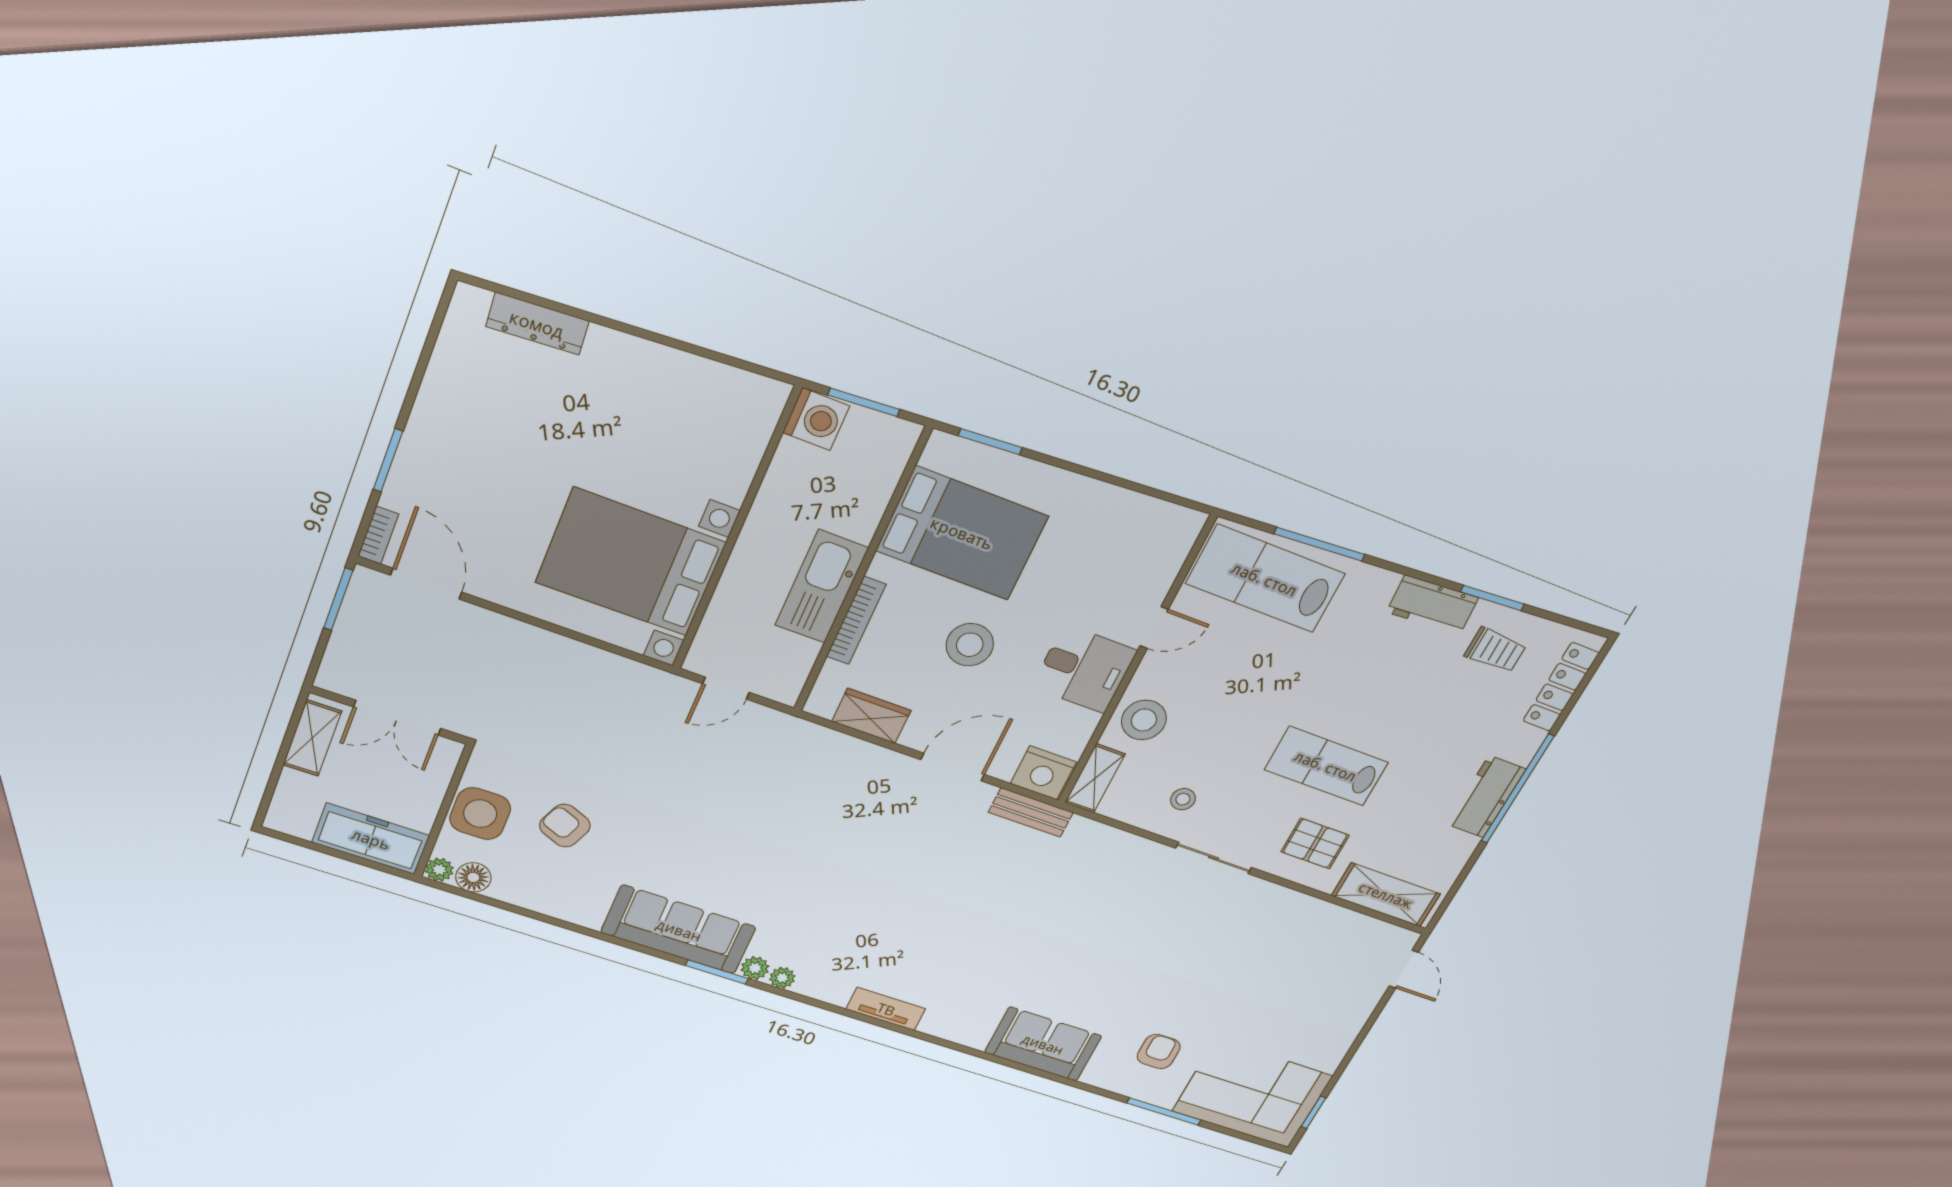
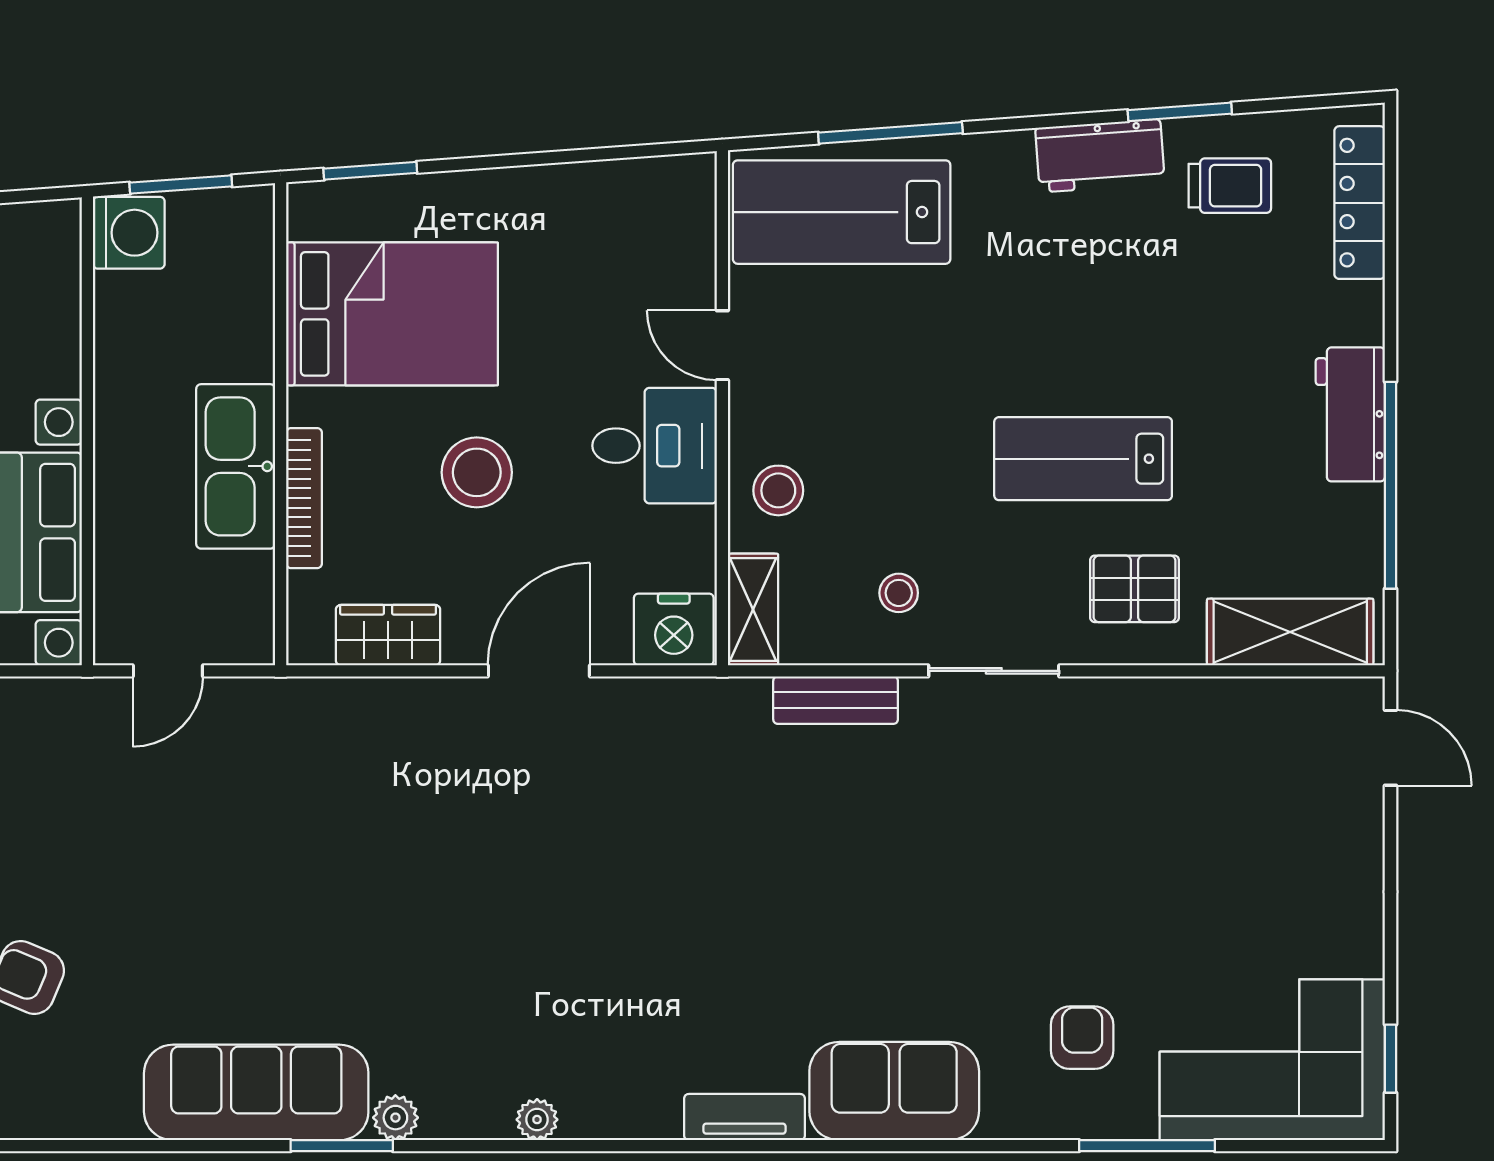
door: (1154, 628) -> (722, 345), swing flipped
stool: (1144, 720) -> (778, 490), width x0.73, depth x0.73
window: (1517, 789) -> (1390, 485), moved
bench: (1031, 812) -> (836, 700), moved
plant: (782, 978) -> (537, 1120), moved
tv unit: (886, 1009) -> (744, 1117), moved

